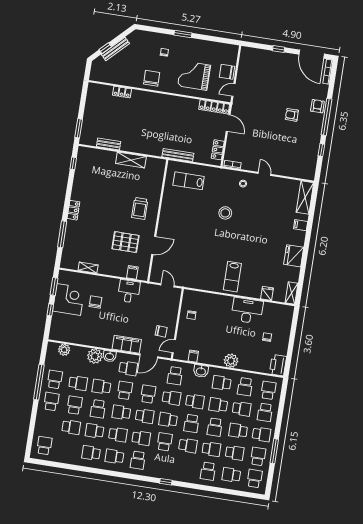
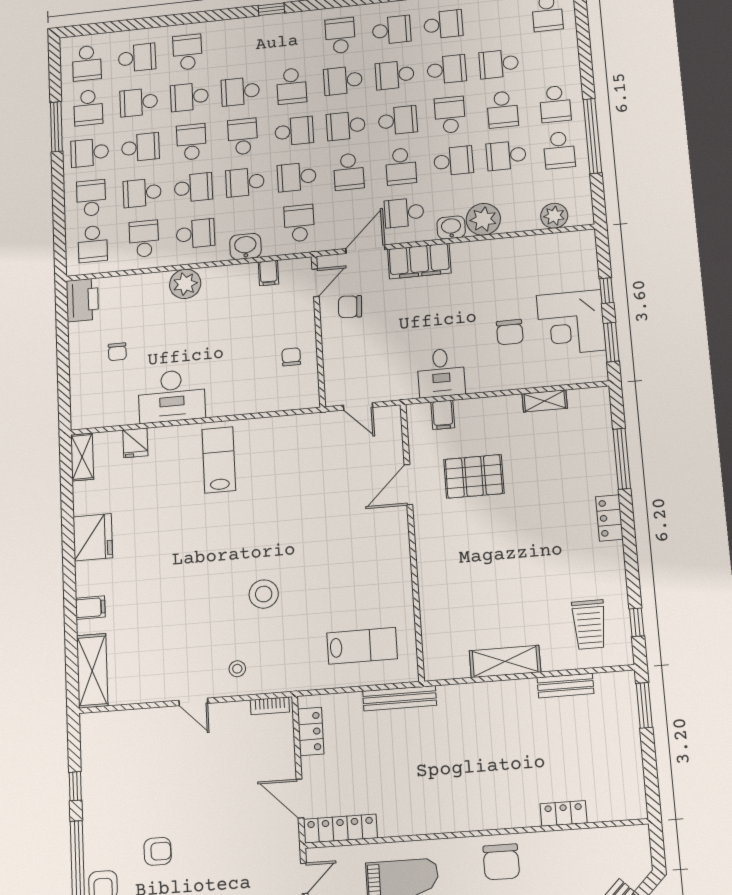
trolley: (140, 208) -> (589, 624), moved, turned 180

